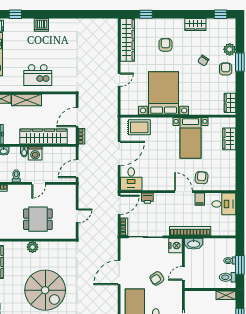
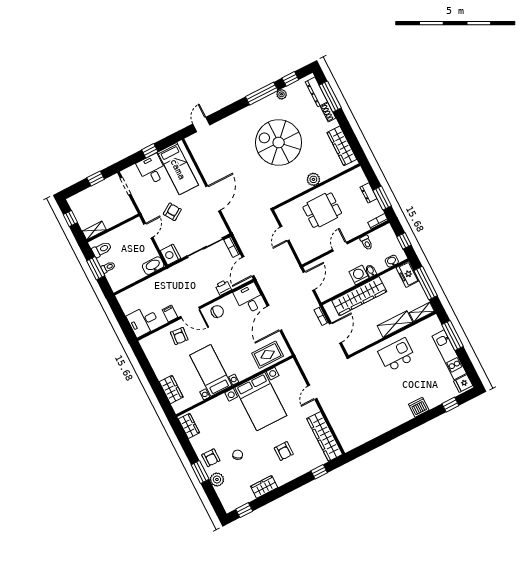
chair: (162, 182) -> (217, 311), added
bookcase: (190, 231) -> (163, 277), removed

